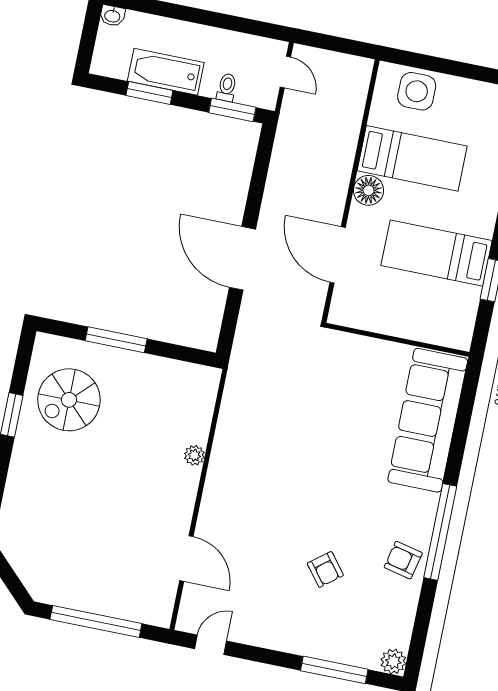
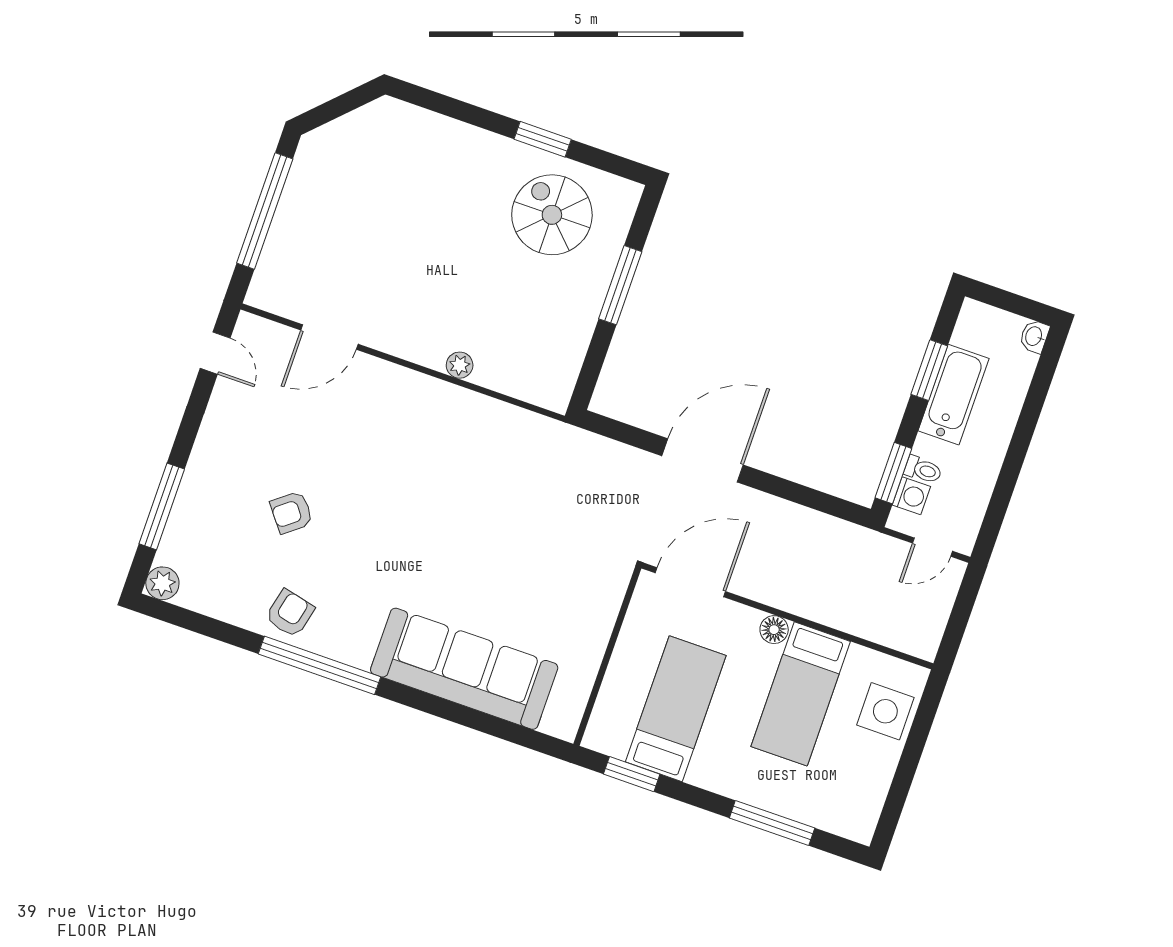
washing machine: (248, 94) -> (911, 496), added
floor lamp: (369, 190) -> (774, 630), width x0.73, depth x0.73
wall: (397, 340) -> (607, 656), moved

